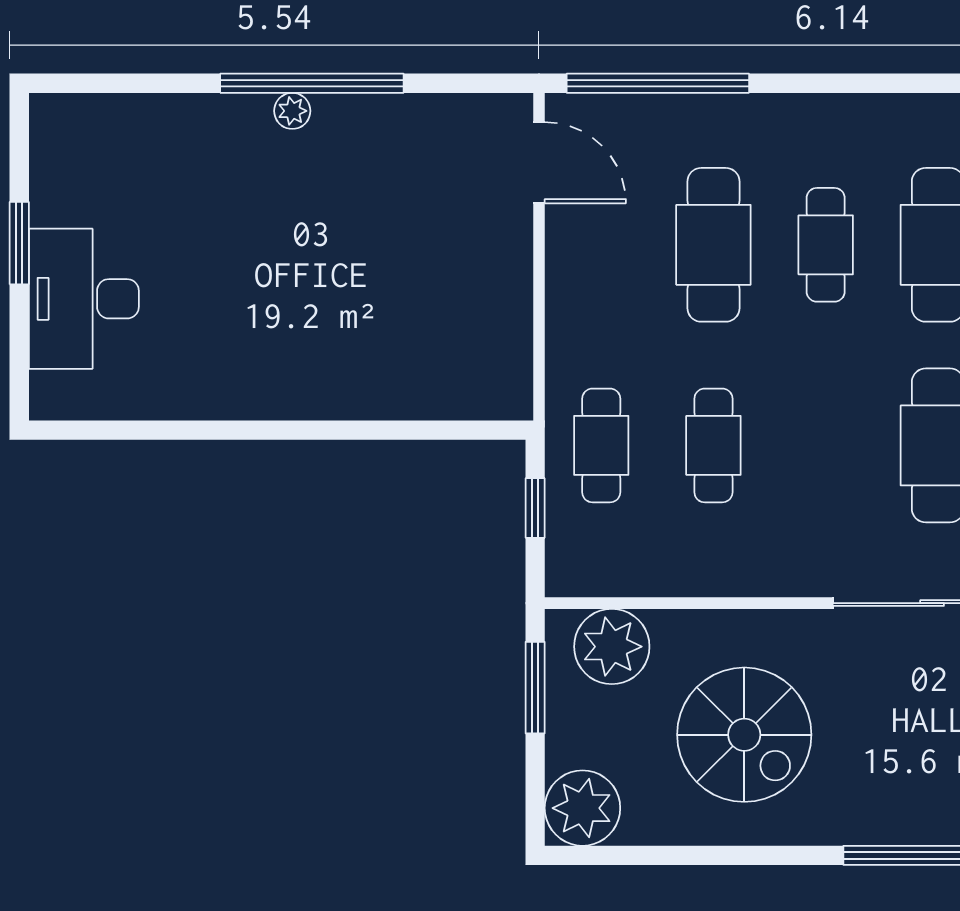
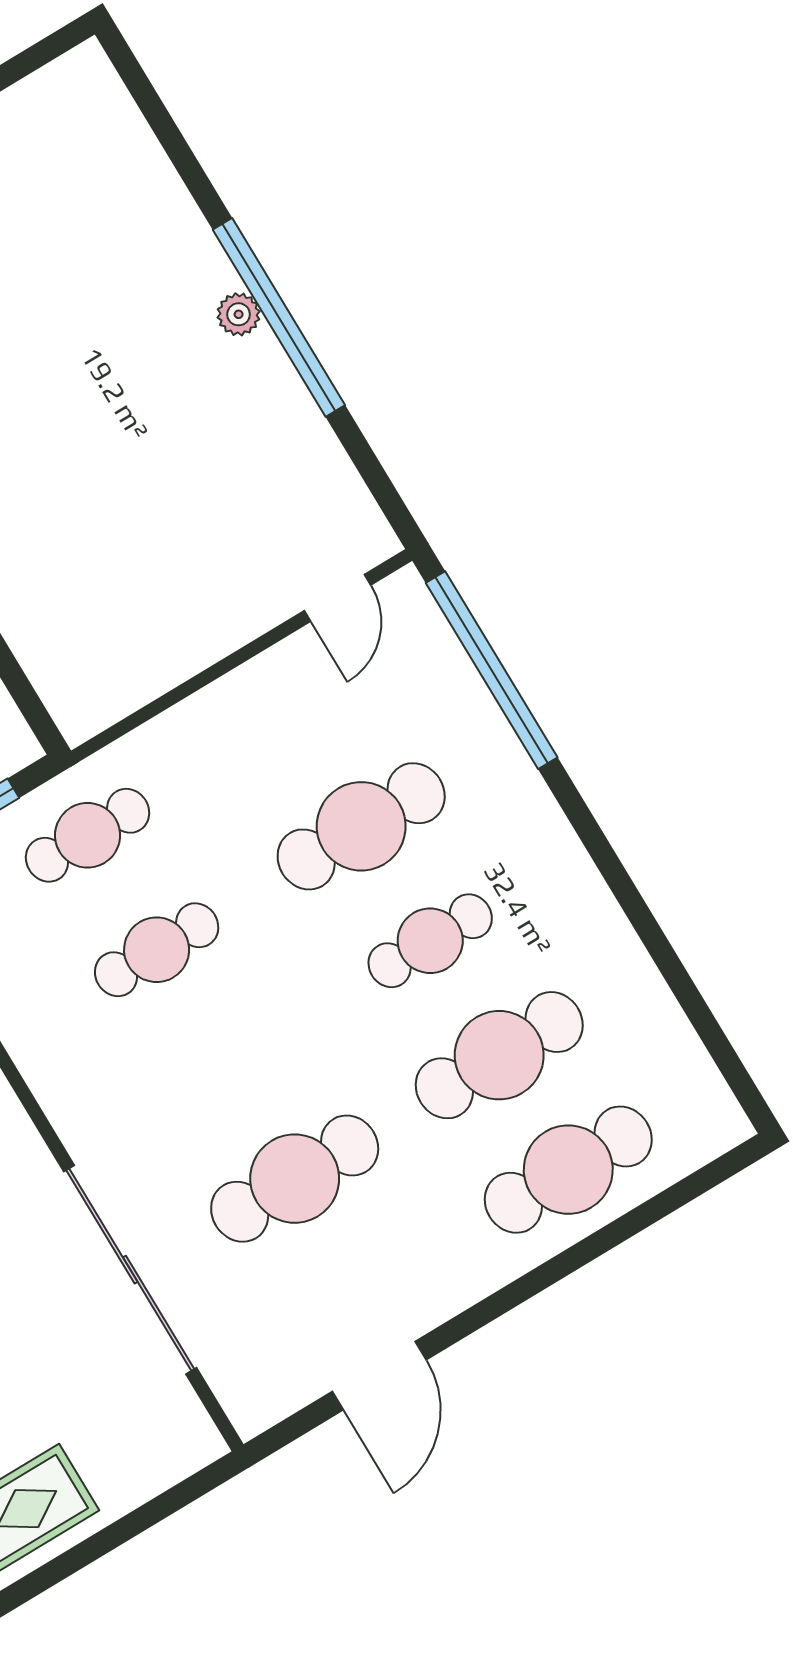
door: (539, 163) -> (338, 598), width x0.73

